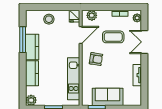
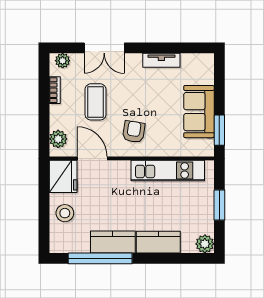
fridge: (74, 16) -> (63, 176), width x1.88, depth x1.34
window: (23, 40) -> (100, 258), width x1.46

